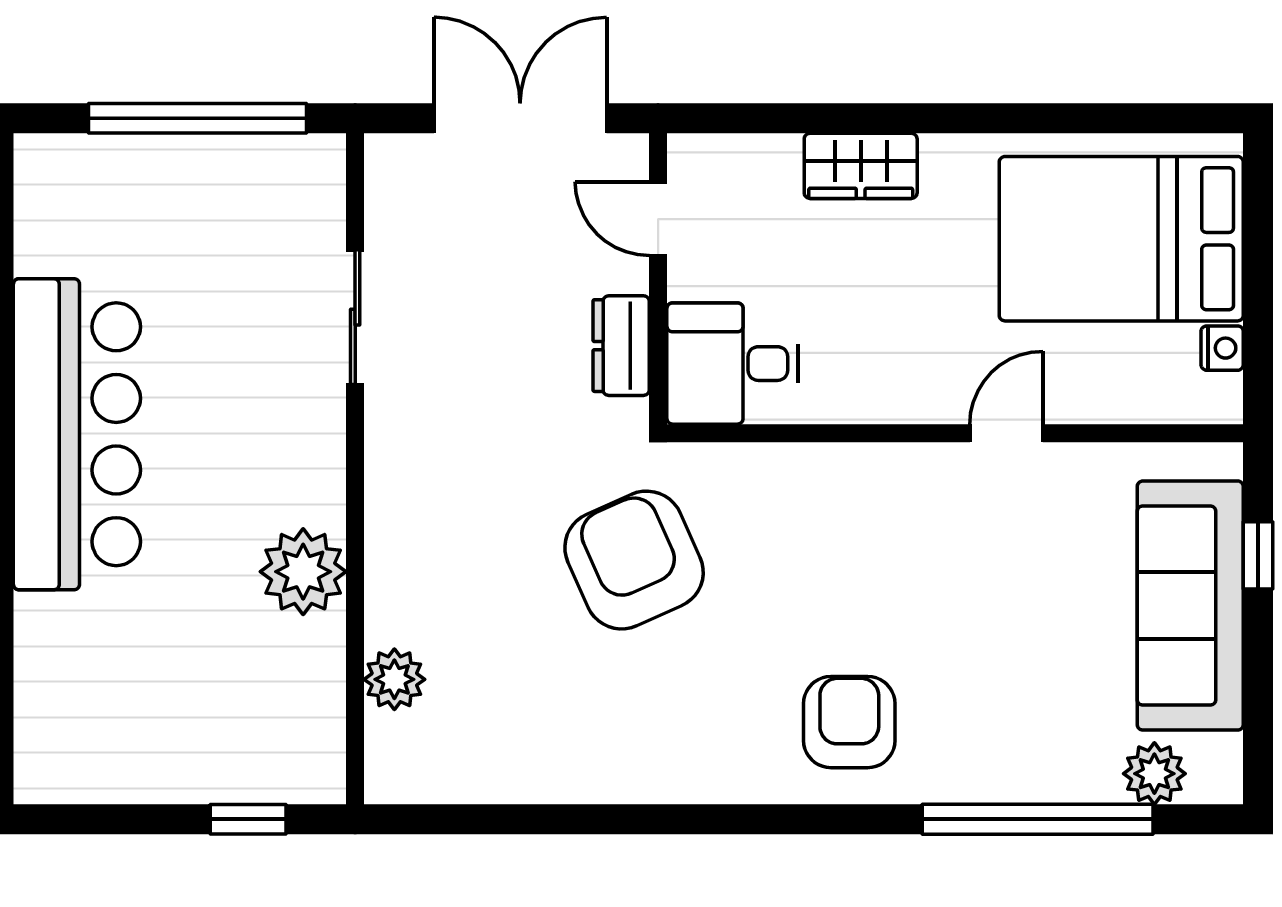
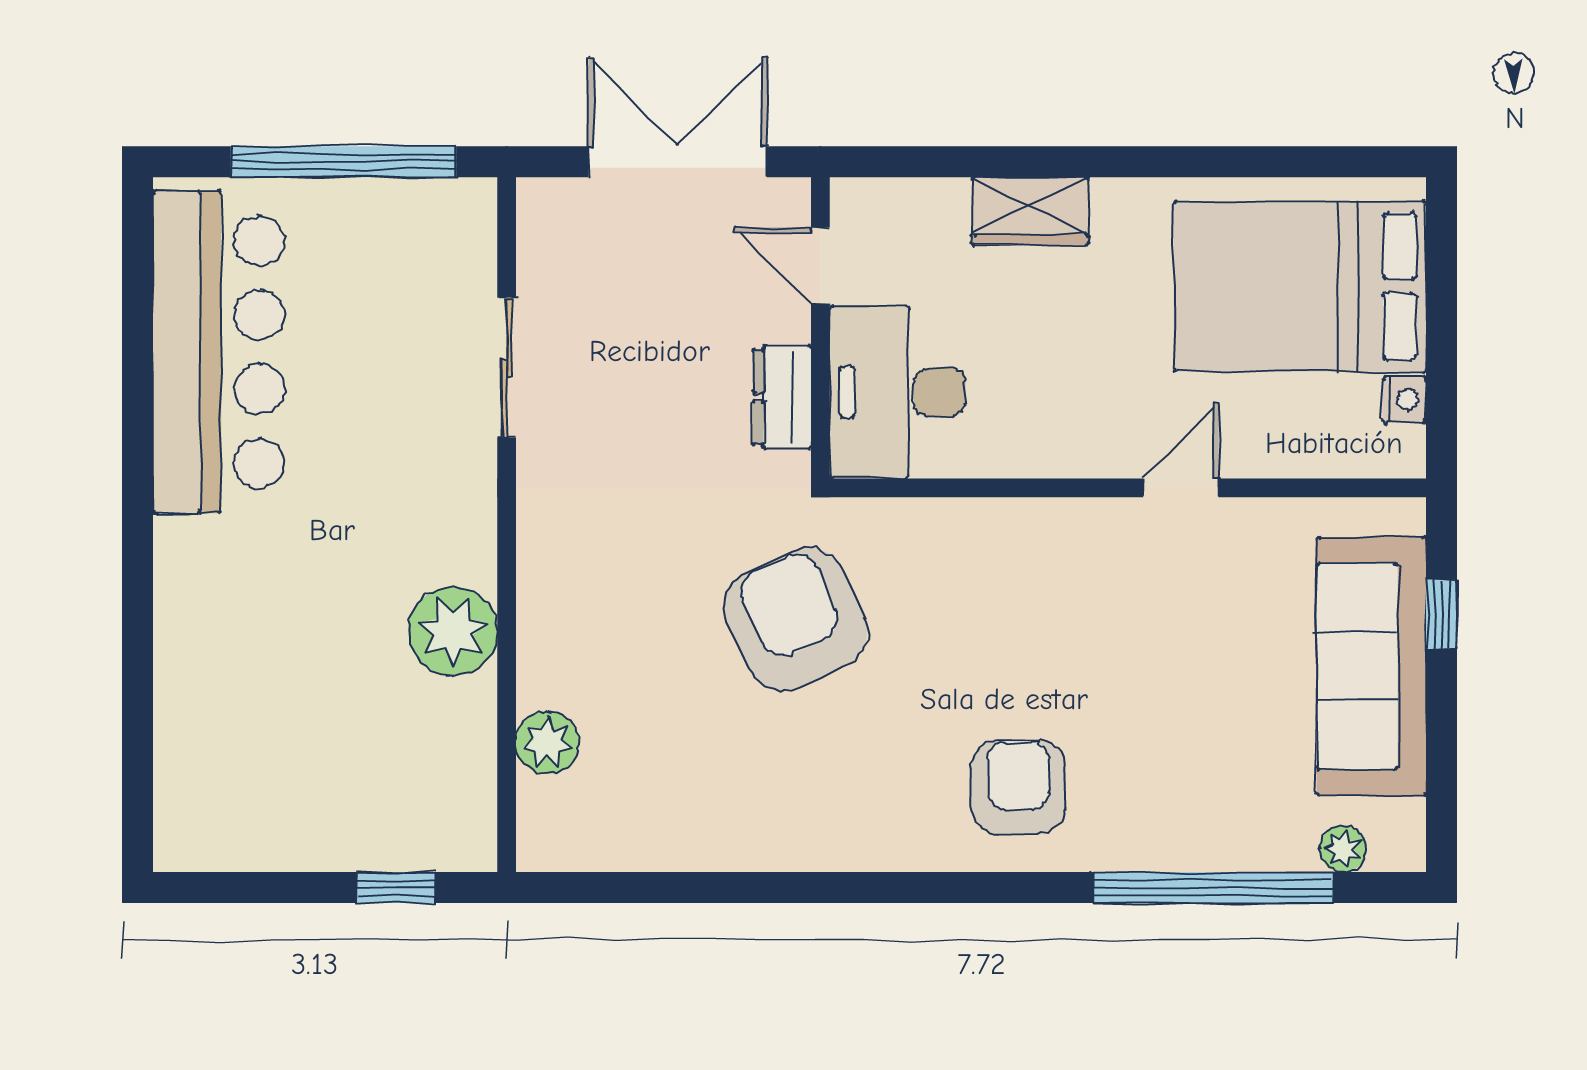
desk: (732, 364) -> (897, 392), width x1.37
bar counter: (77, 434) -> (219, 352), moved
plant: (1154, 774) -> (1343, 849), width x0.73, depth x0.73

